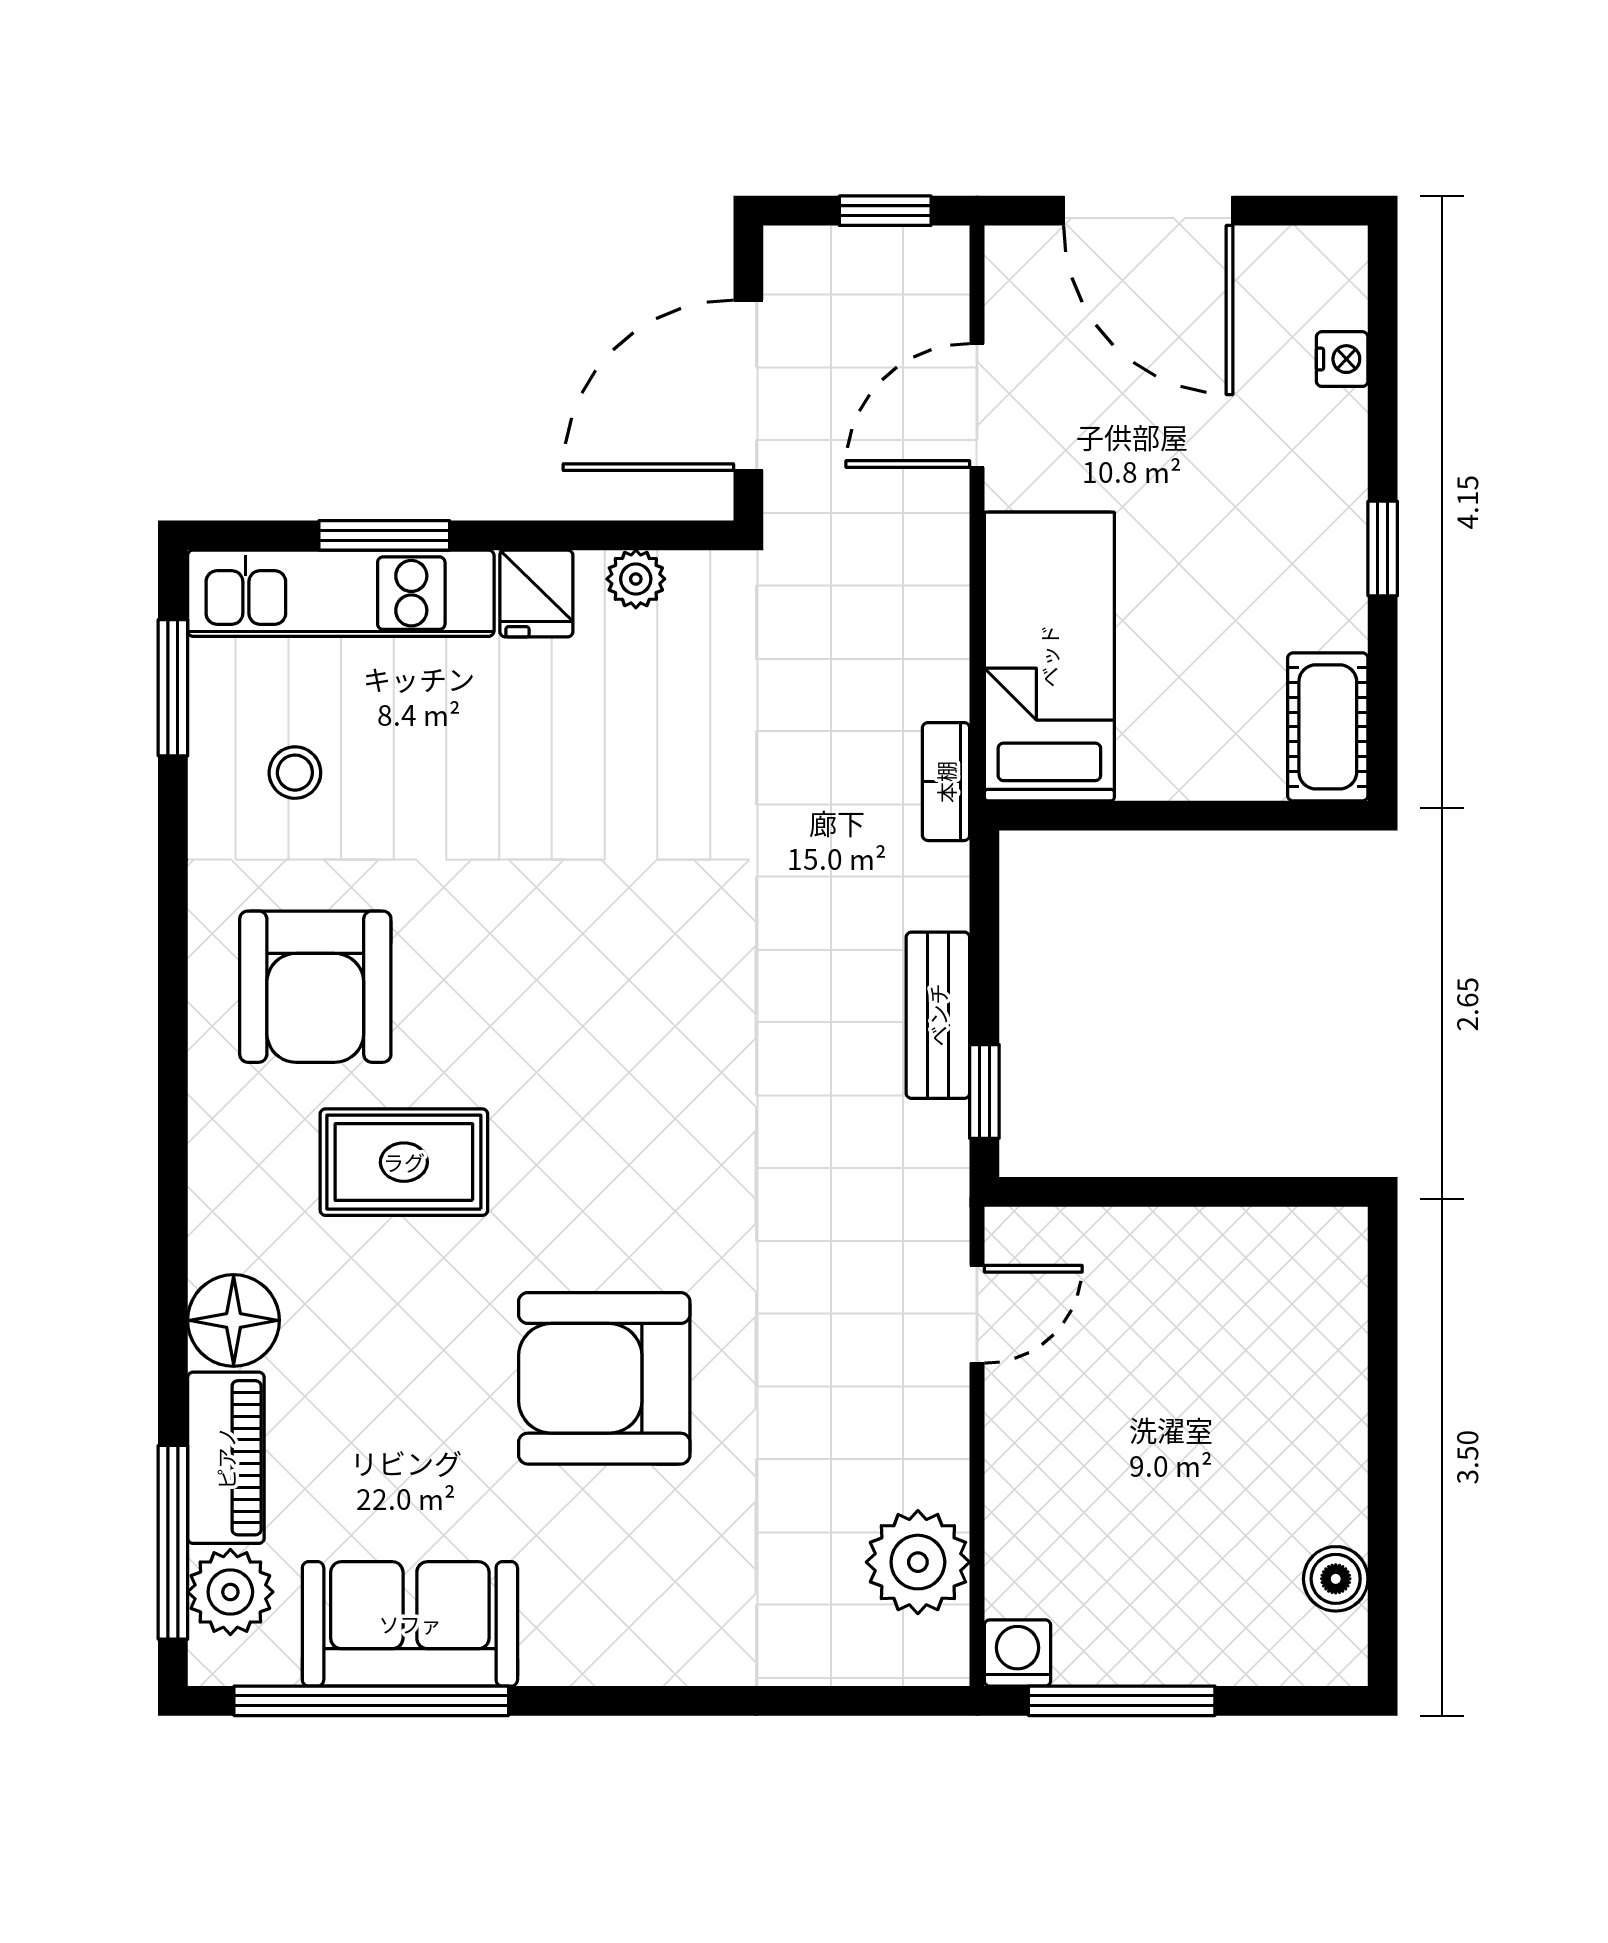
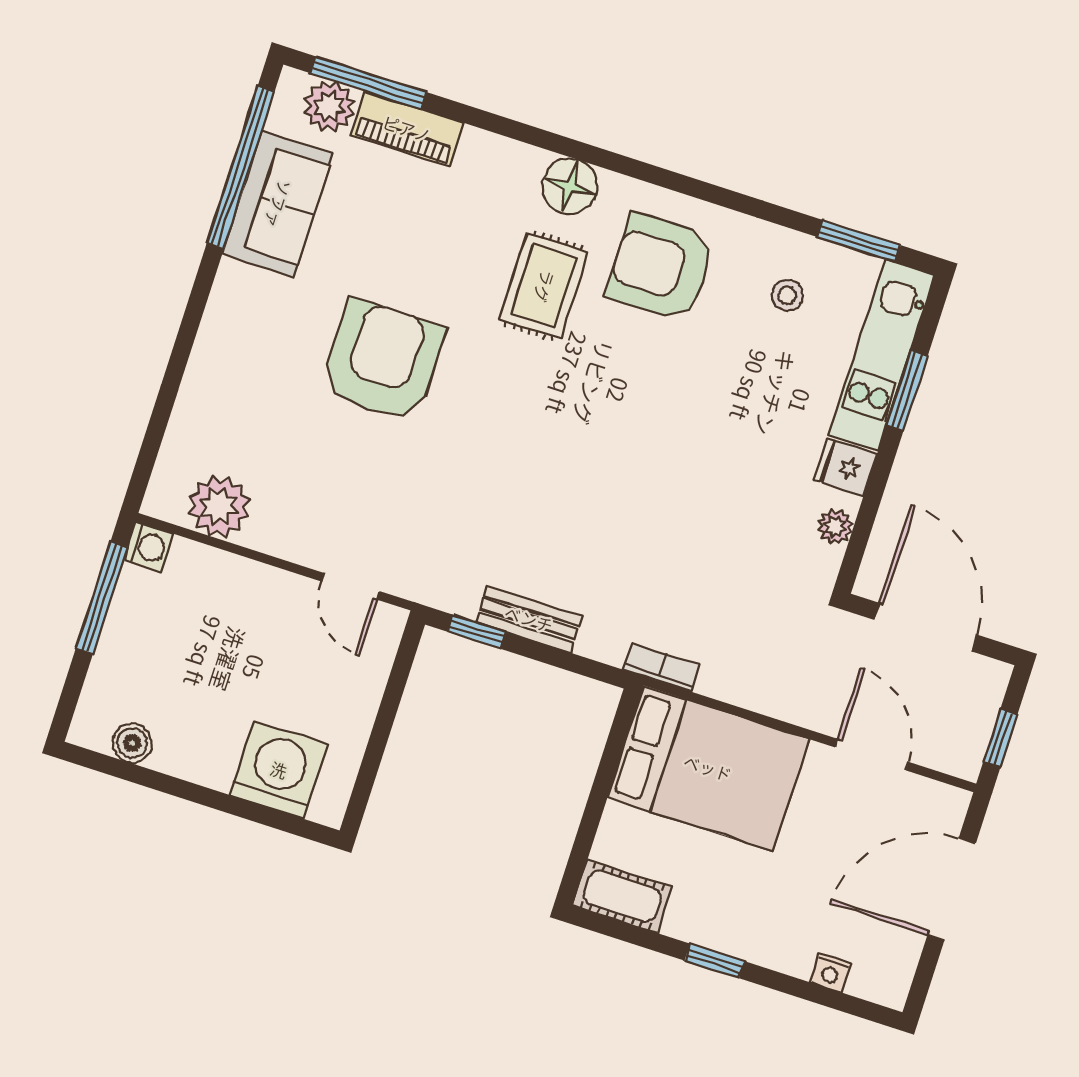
bed: (1049, 656) -> (708, 768), width x1.50
floor lamp: (234, 1320) -> (570, 186), moved
washing machine: (1303, 1334) -> (279, 770), added

